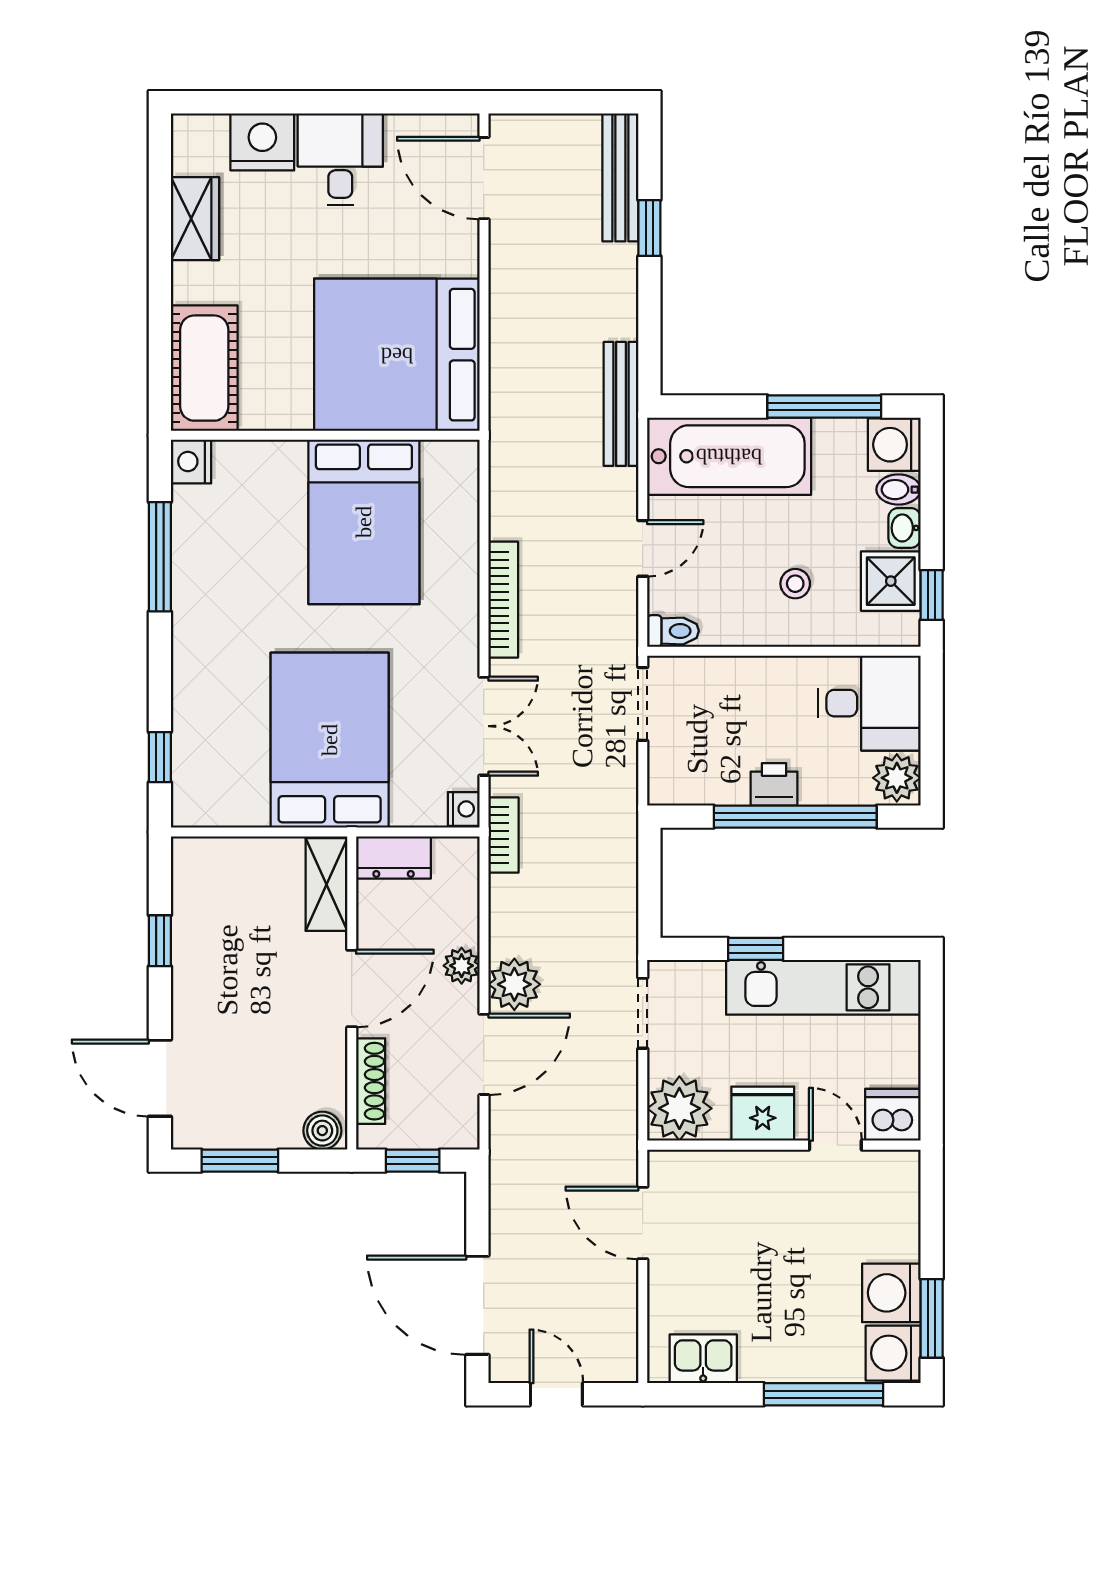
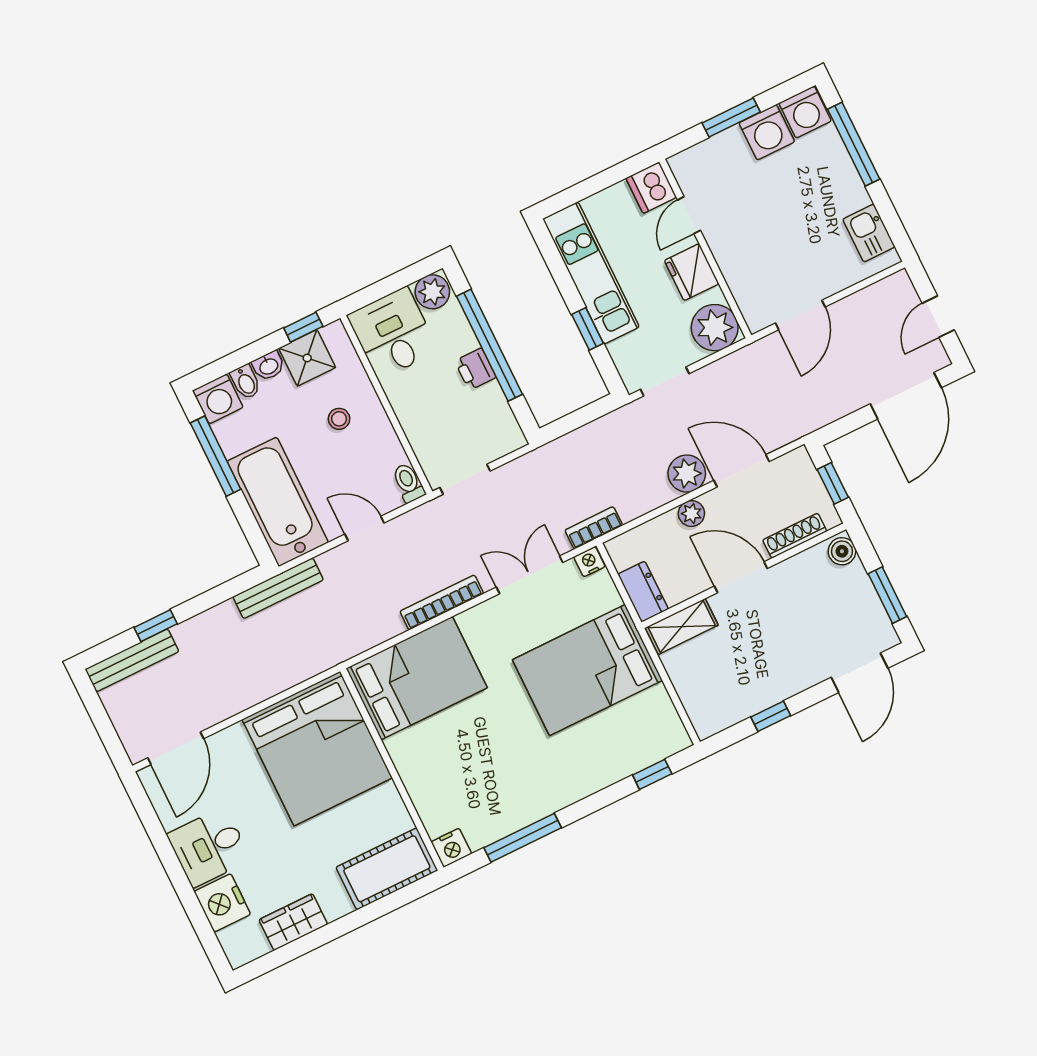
bed: (364, 522) -> (417, 678), moved
window: (932, 1318) -> (731, 118), moved

